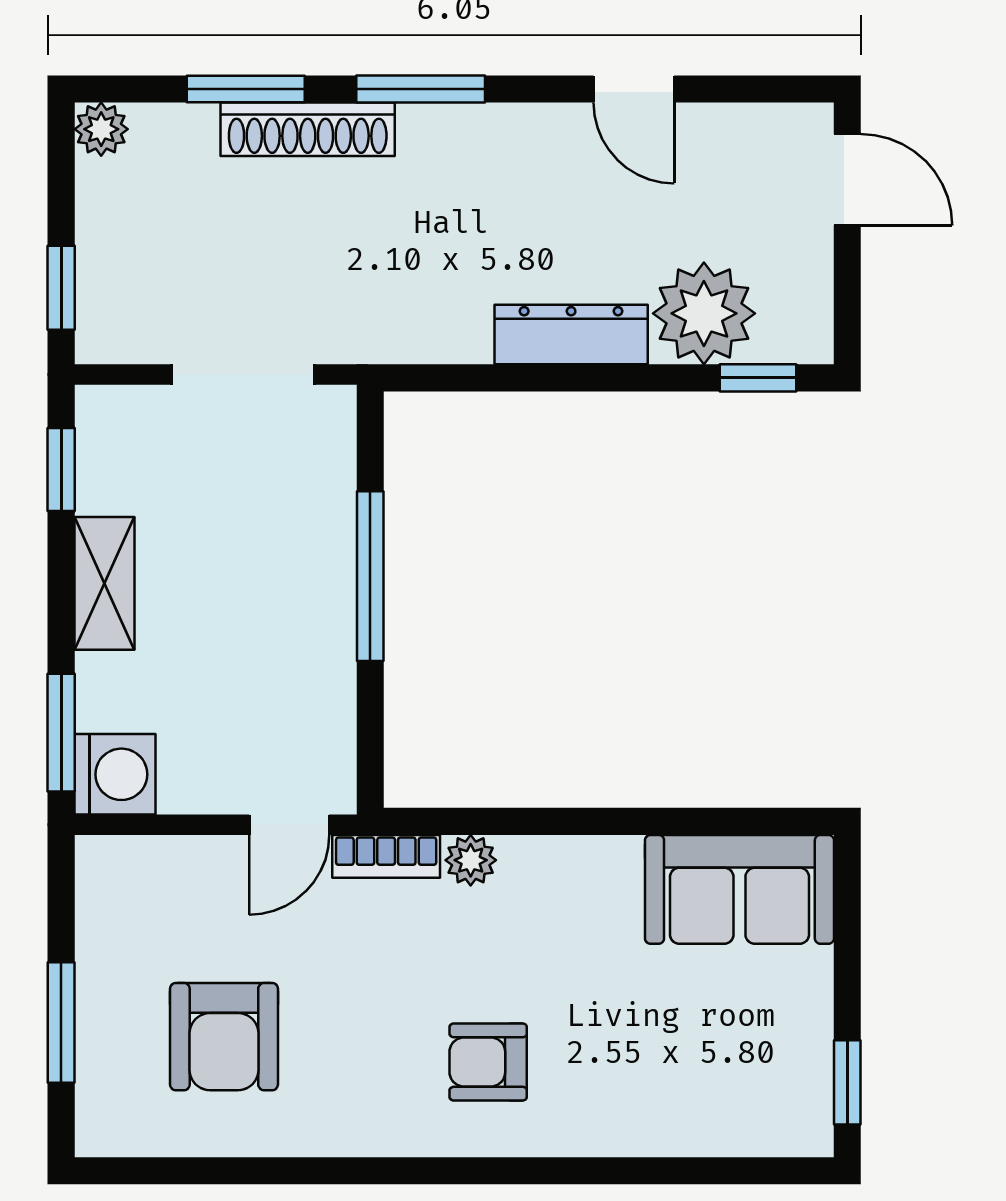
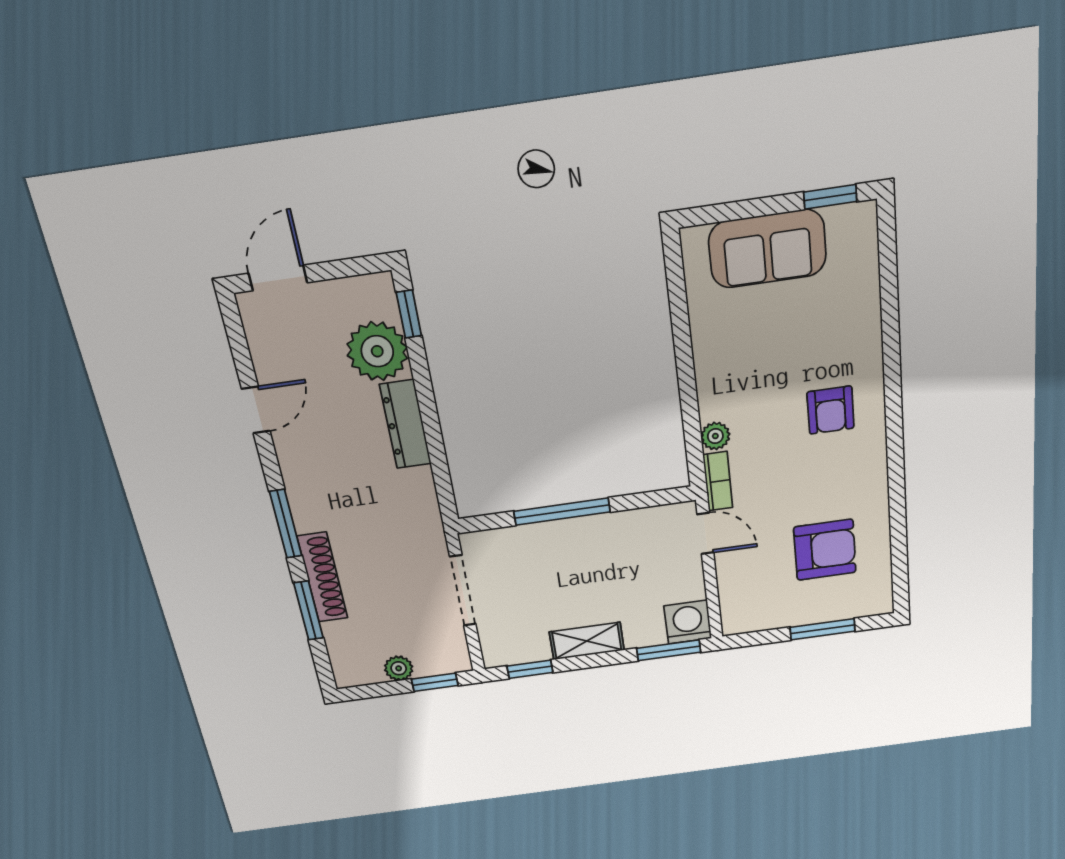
plant: (101, 129) -> (399, 668), moved
sofa: (739, 889) -> (767, 249), moved, turned 90

